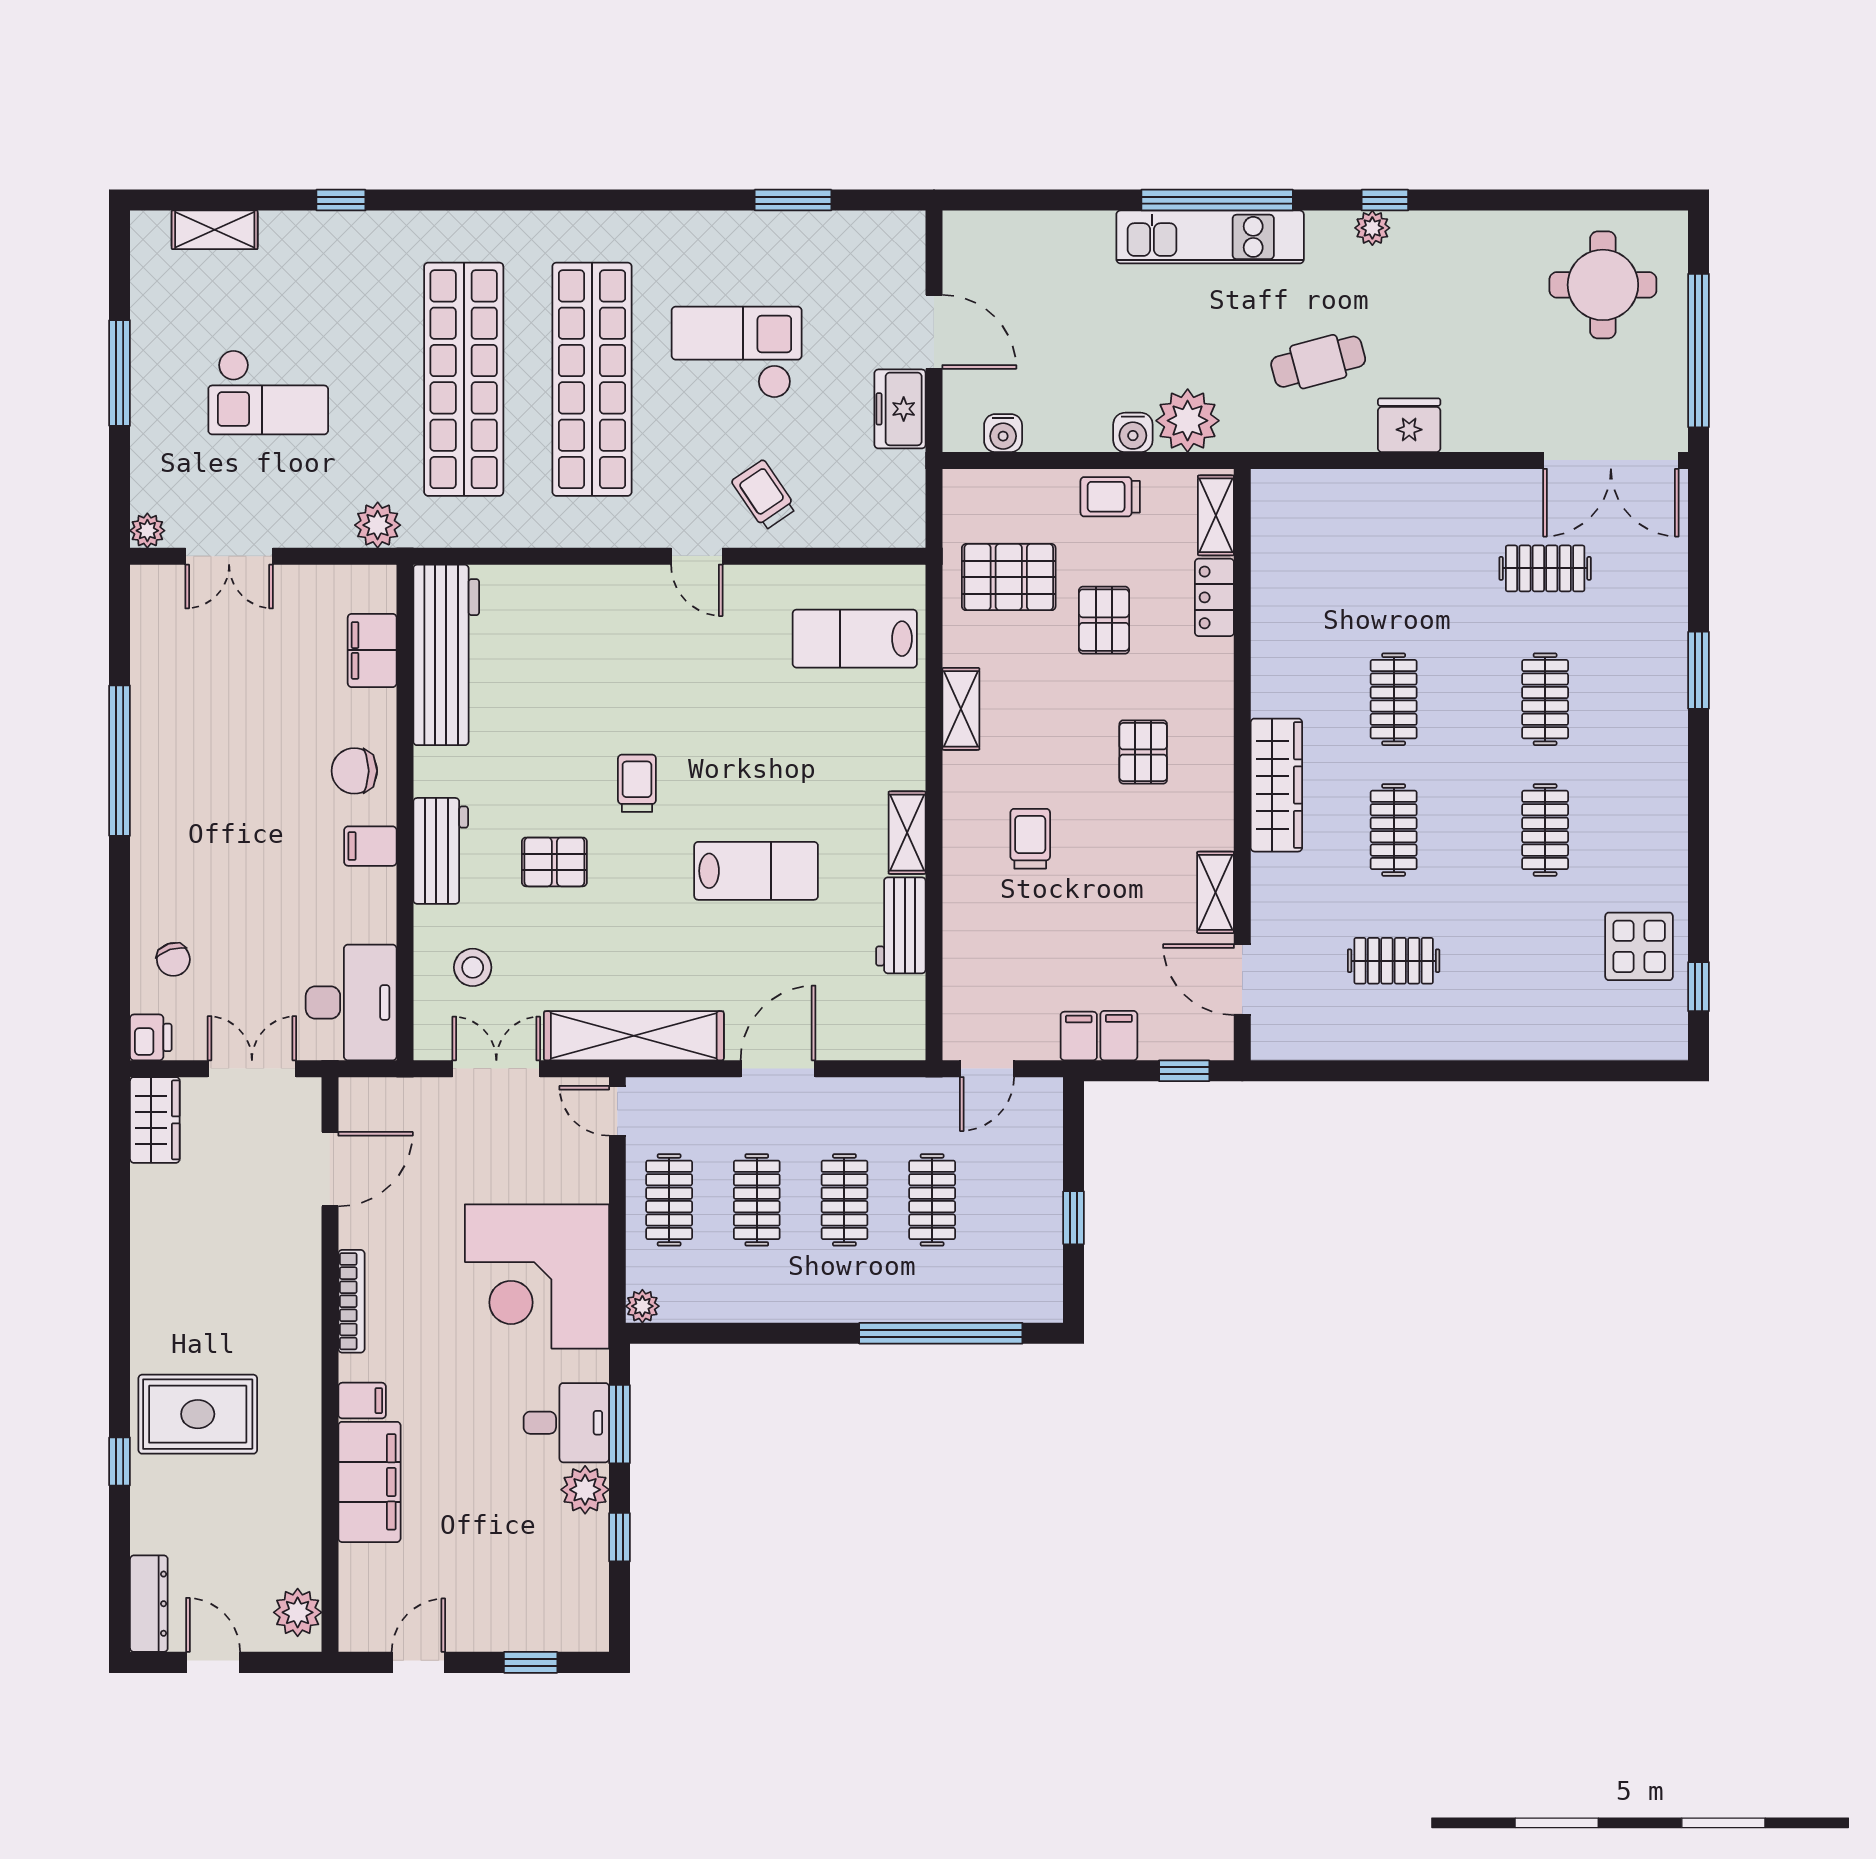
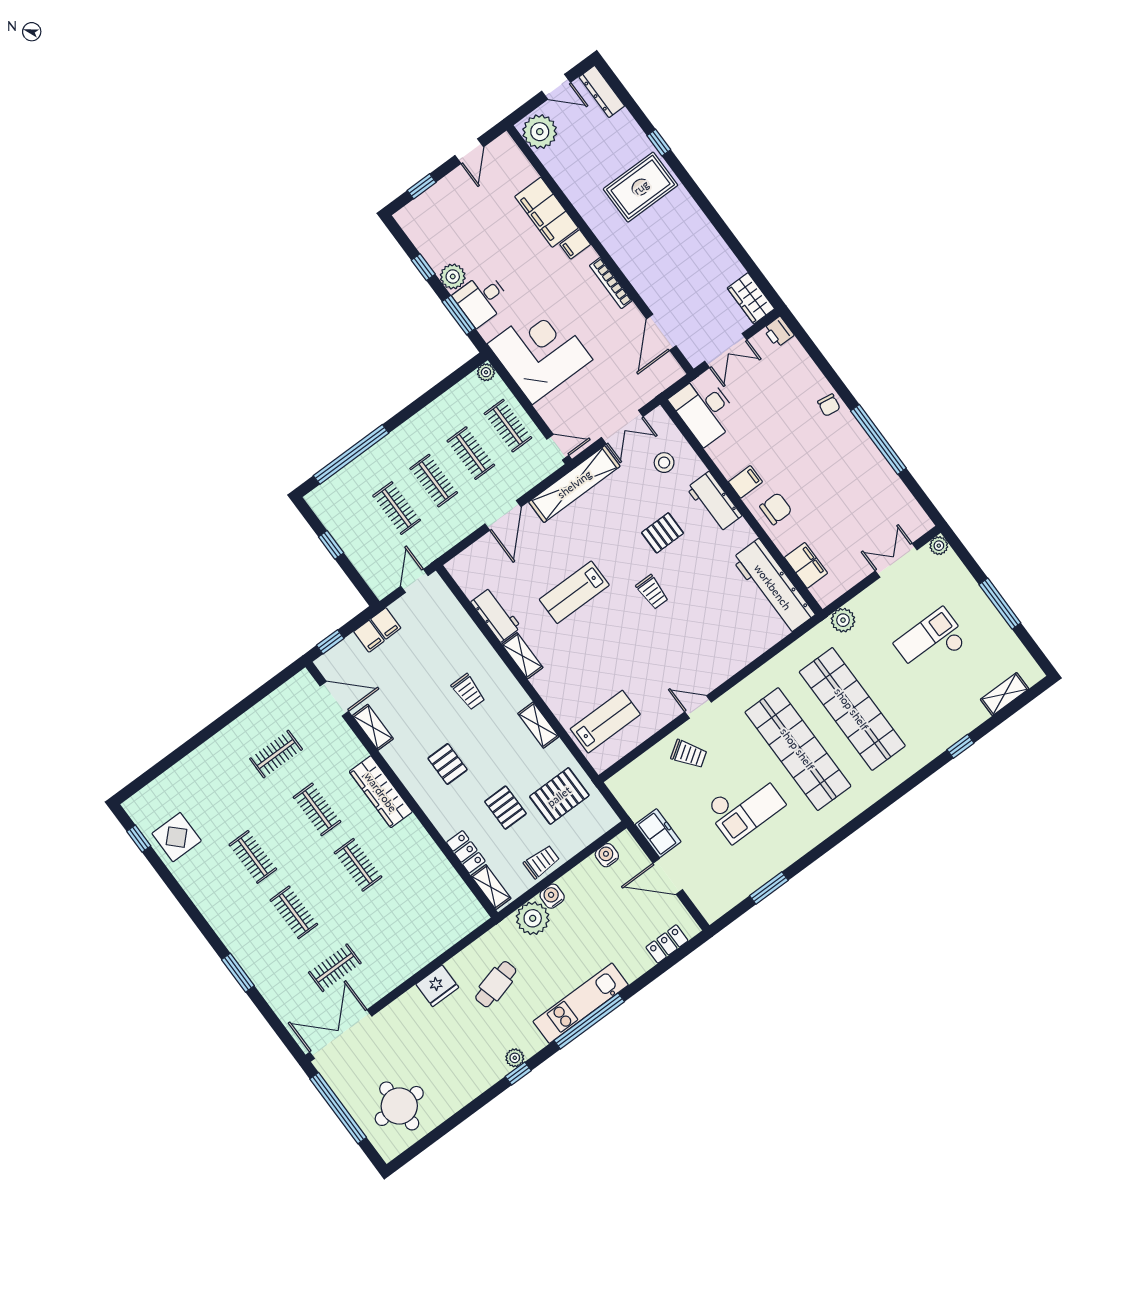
locker: (1012, 230) -> (667, 944), added
chair: (173, 959) -> (829, 405), moved, turned -153
plant: (298, 1612) -> (540, 132), width x1.36, depth x1.36

